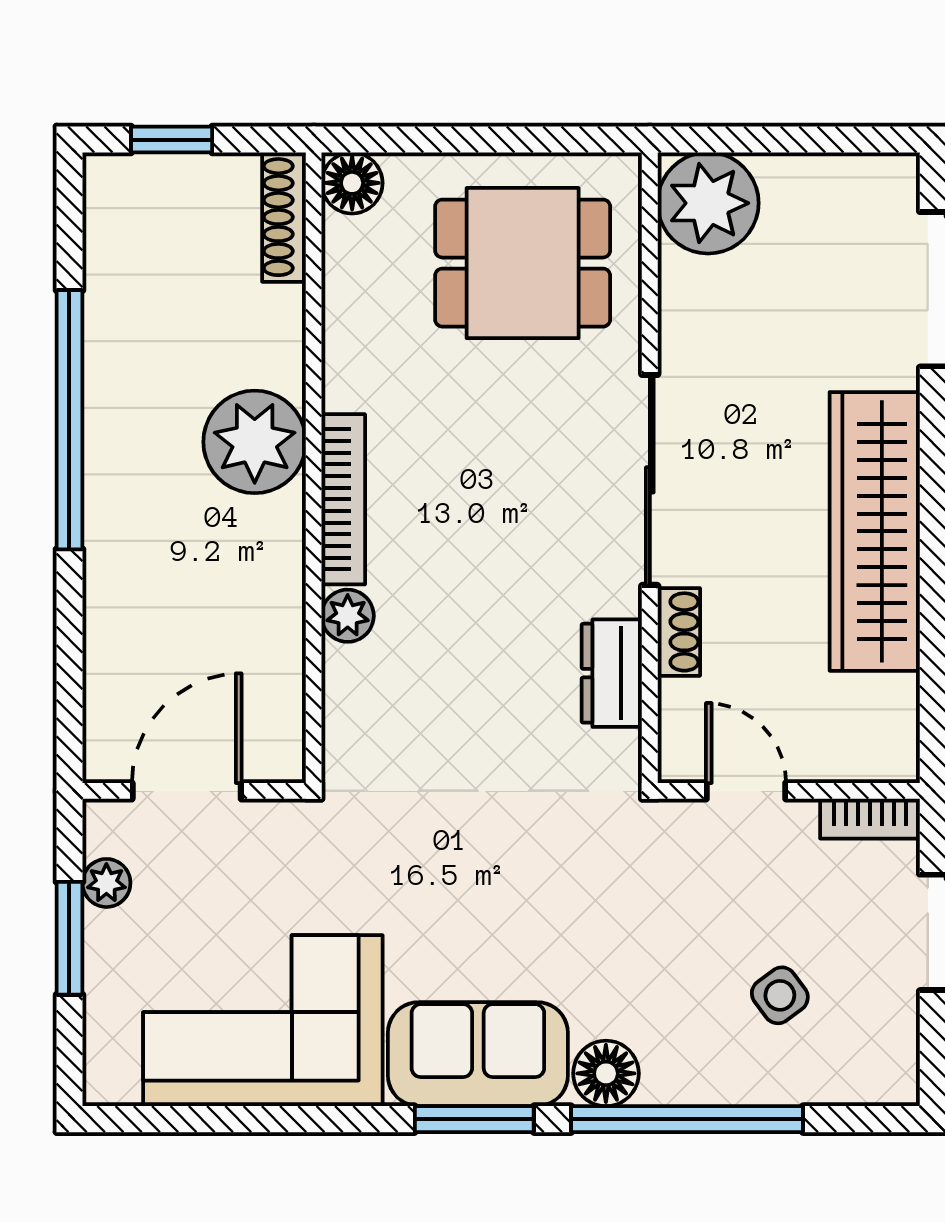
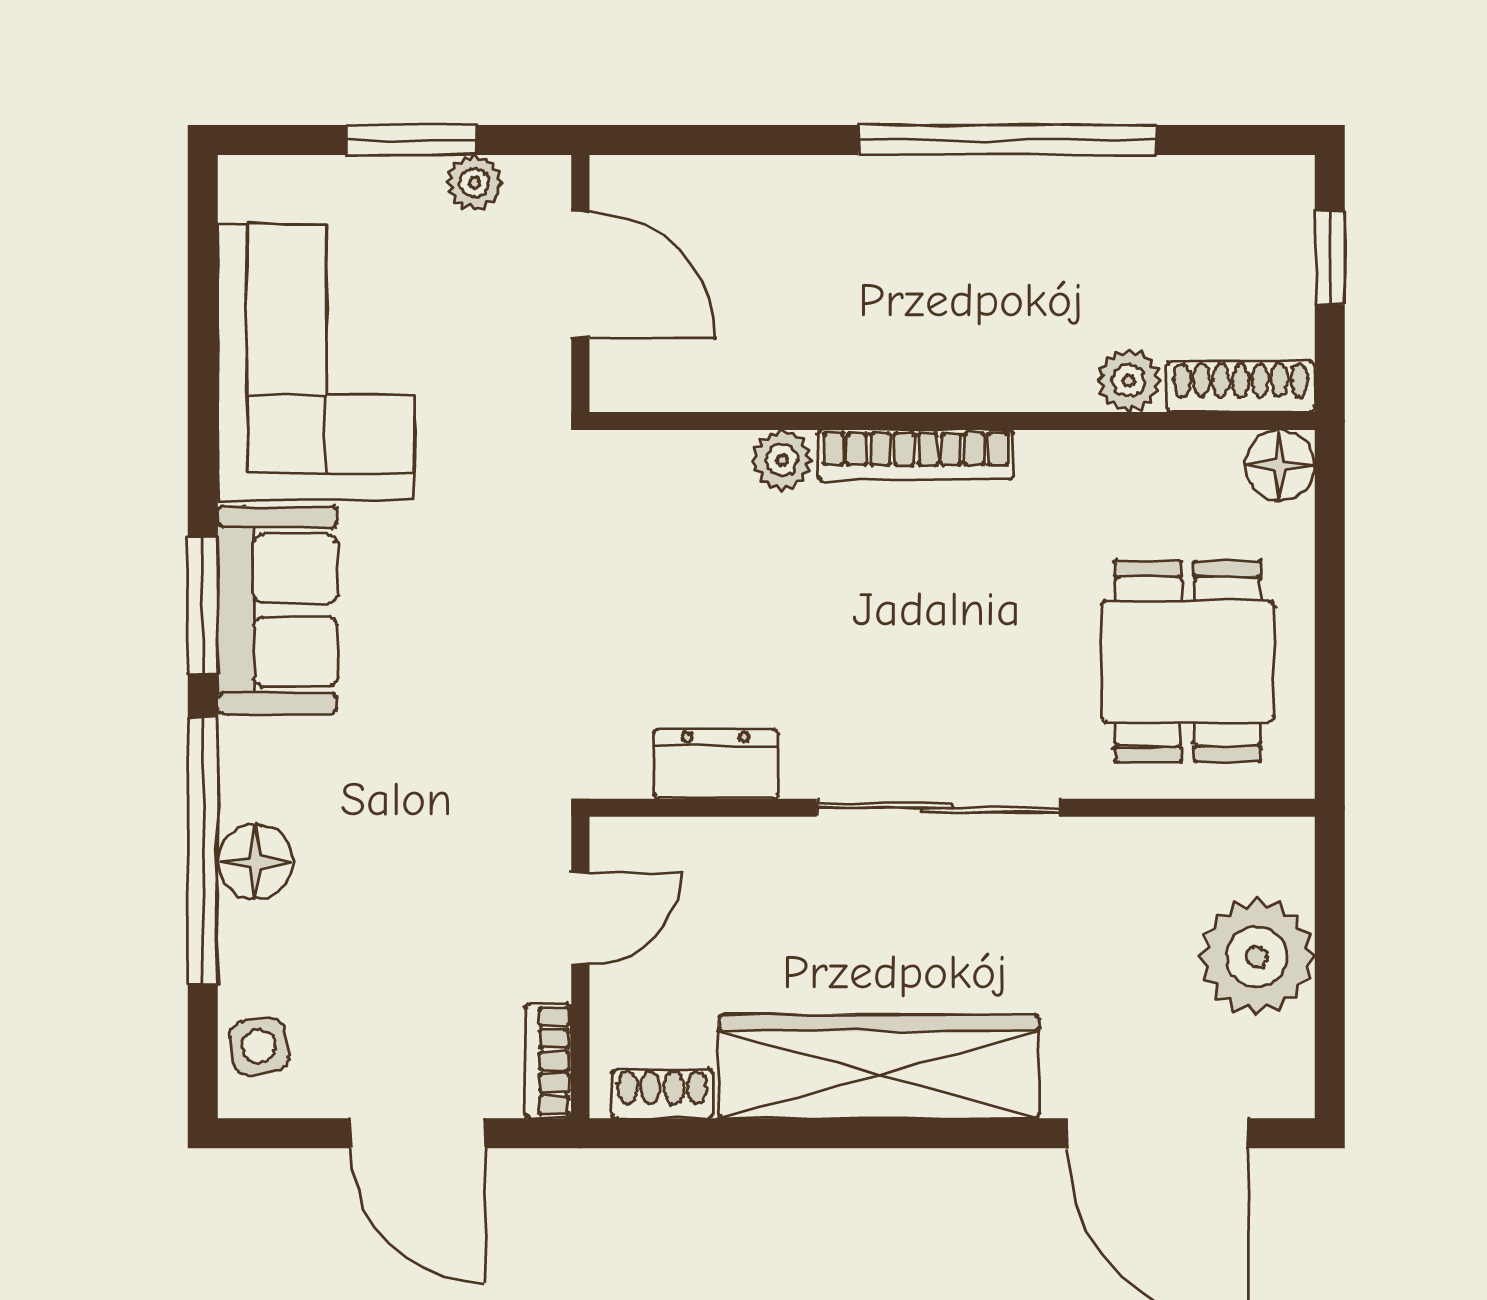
plant: (708, 203) -> (1257, 957), moved
plant: (255, 442) -> (1129, 381), moved, width x0.53, depth x0.53
shoe rack: (679, 632) -> (662, 1094), moved, turned 180
side table: (780, 995) -> (259, 1046), moved, turned 30
floor lamp: (606, 1073) -> (255, 862), moved

